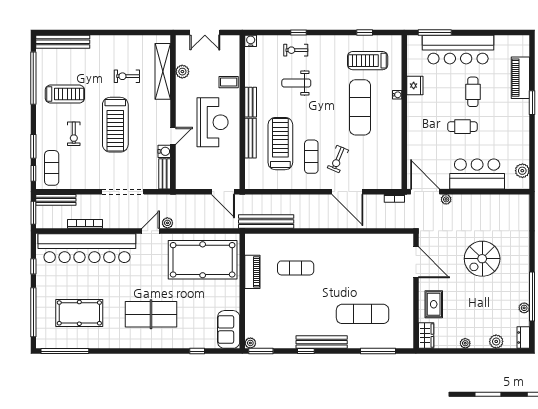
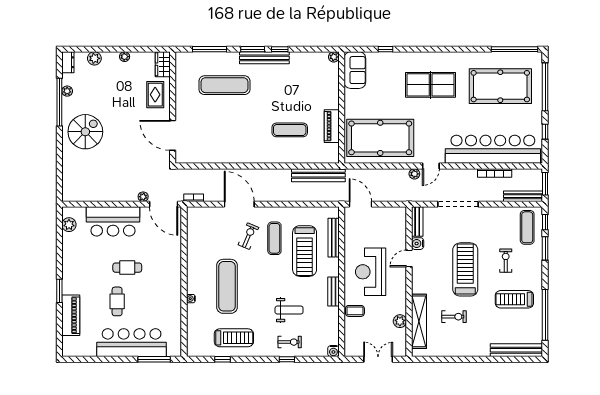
treadmill: (368, 61) -> (234, 338), moved
fridge: (415, 86) -> (174, 308), removed
bench: (250, 138) -> (334, 238), moved
spiral stairs: (482, 259) -> (85, 132), moved
pool table: (79, 313) -> (500, 86), width x1.36, depth x1.32
window: (261, 351) -> (253, 49), moved

